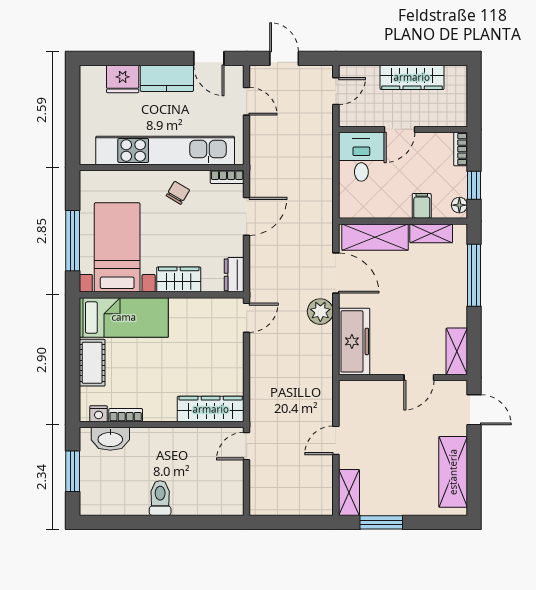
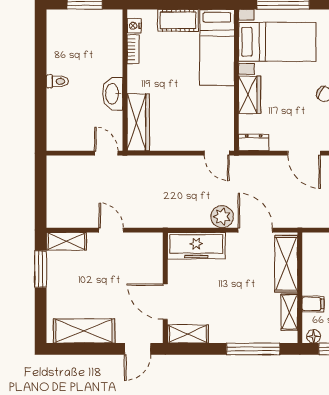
door: (336, 273) -> (255, 230), swing flipped
door: (419, 378) -> (165, 302), width x1.37
washbasin: (110, 439) -> (113, 94), moved
toilet: (160, 498) -> (57, 81), width x0.73, depth x0.72

